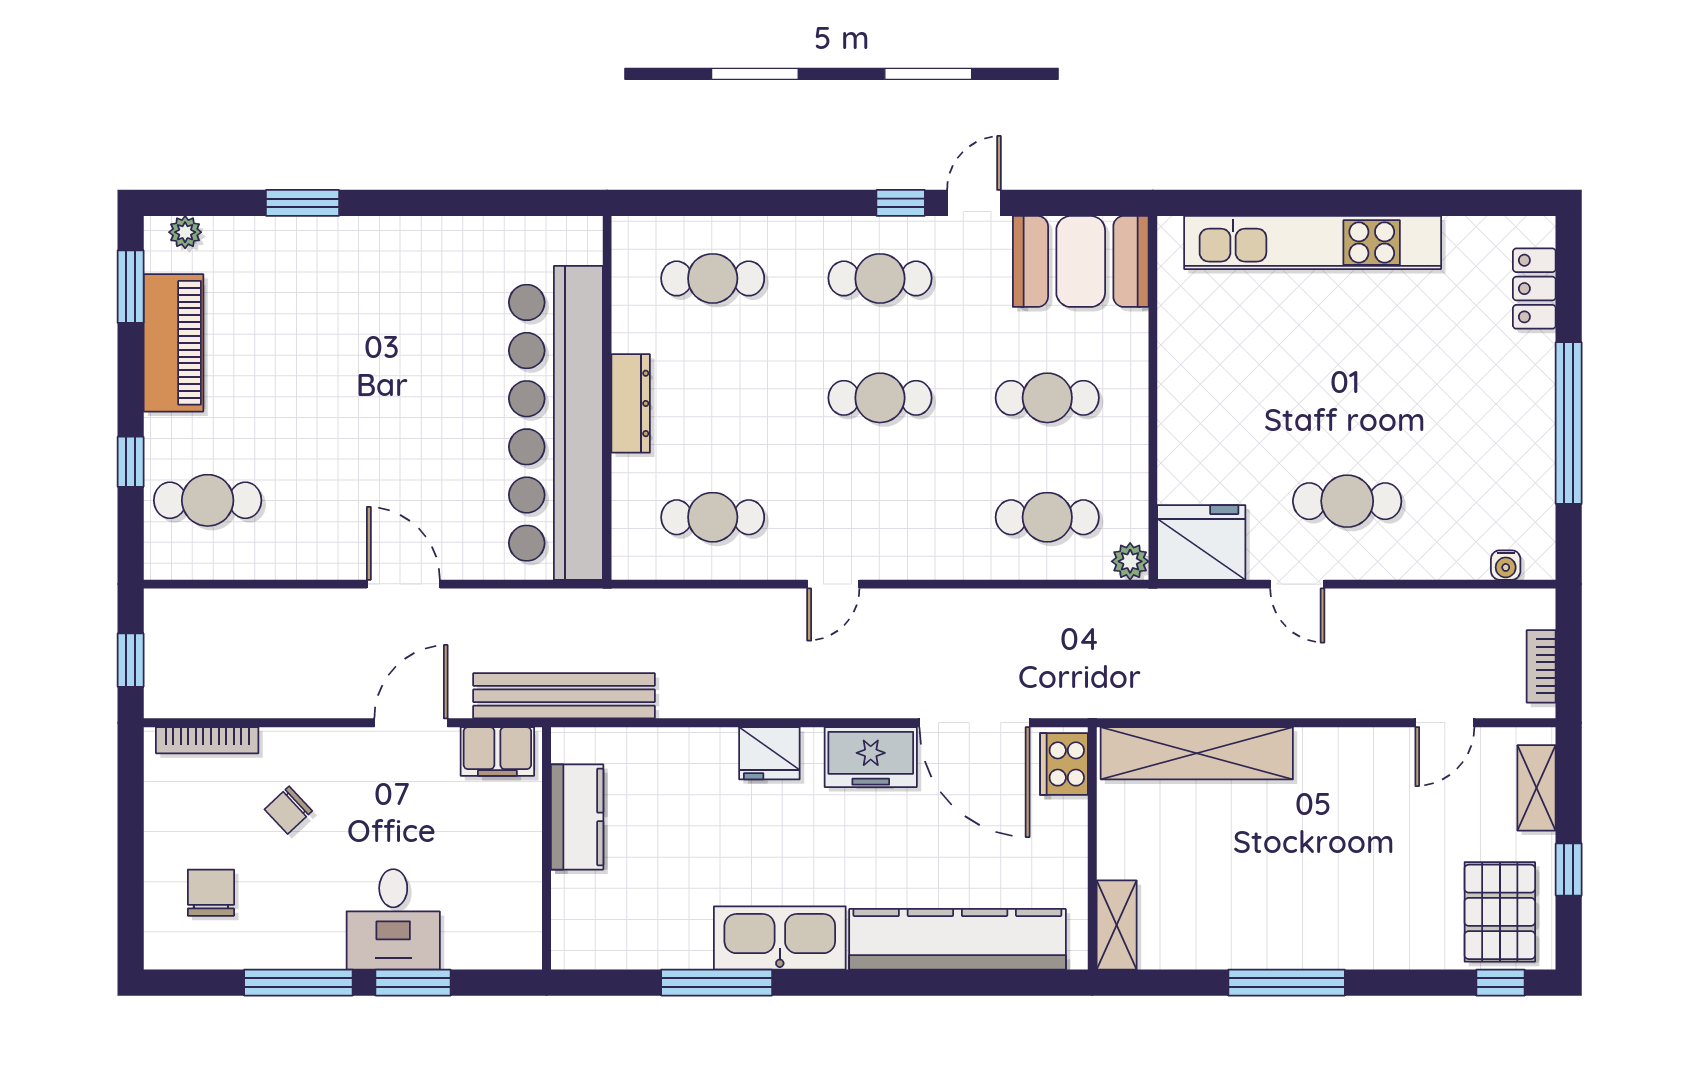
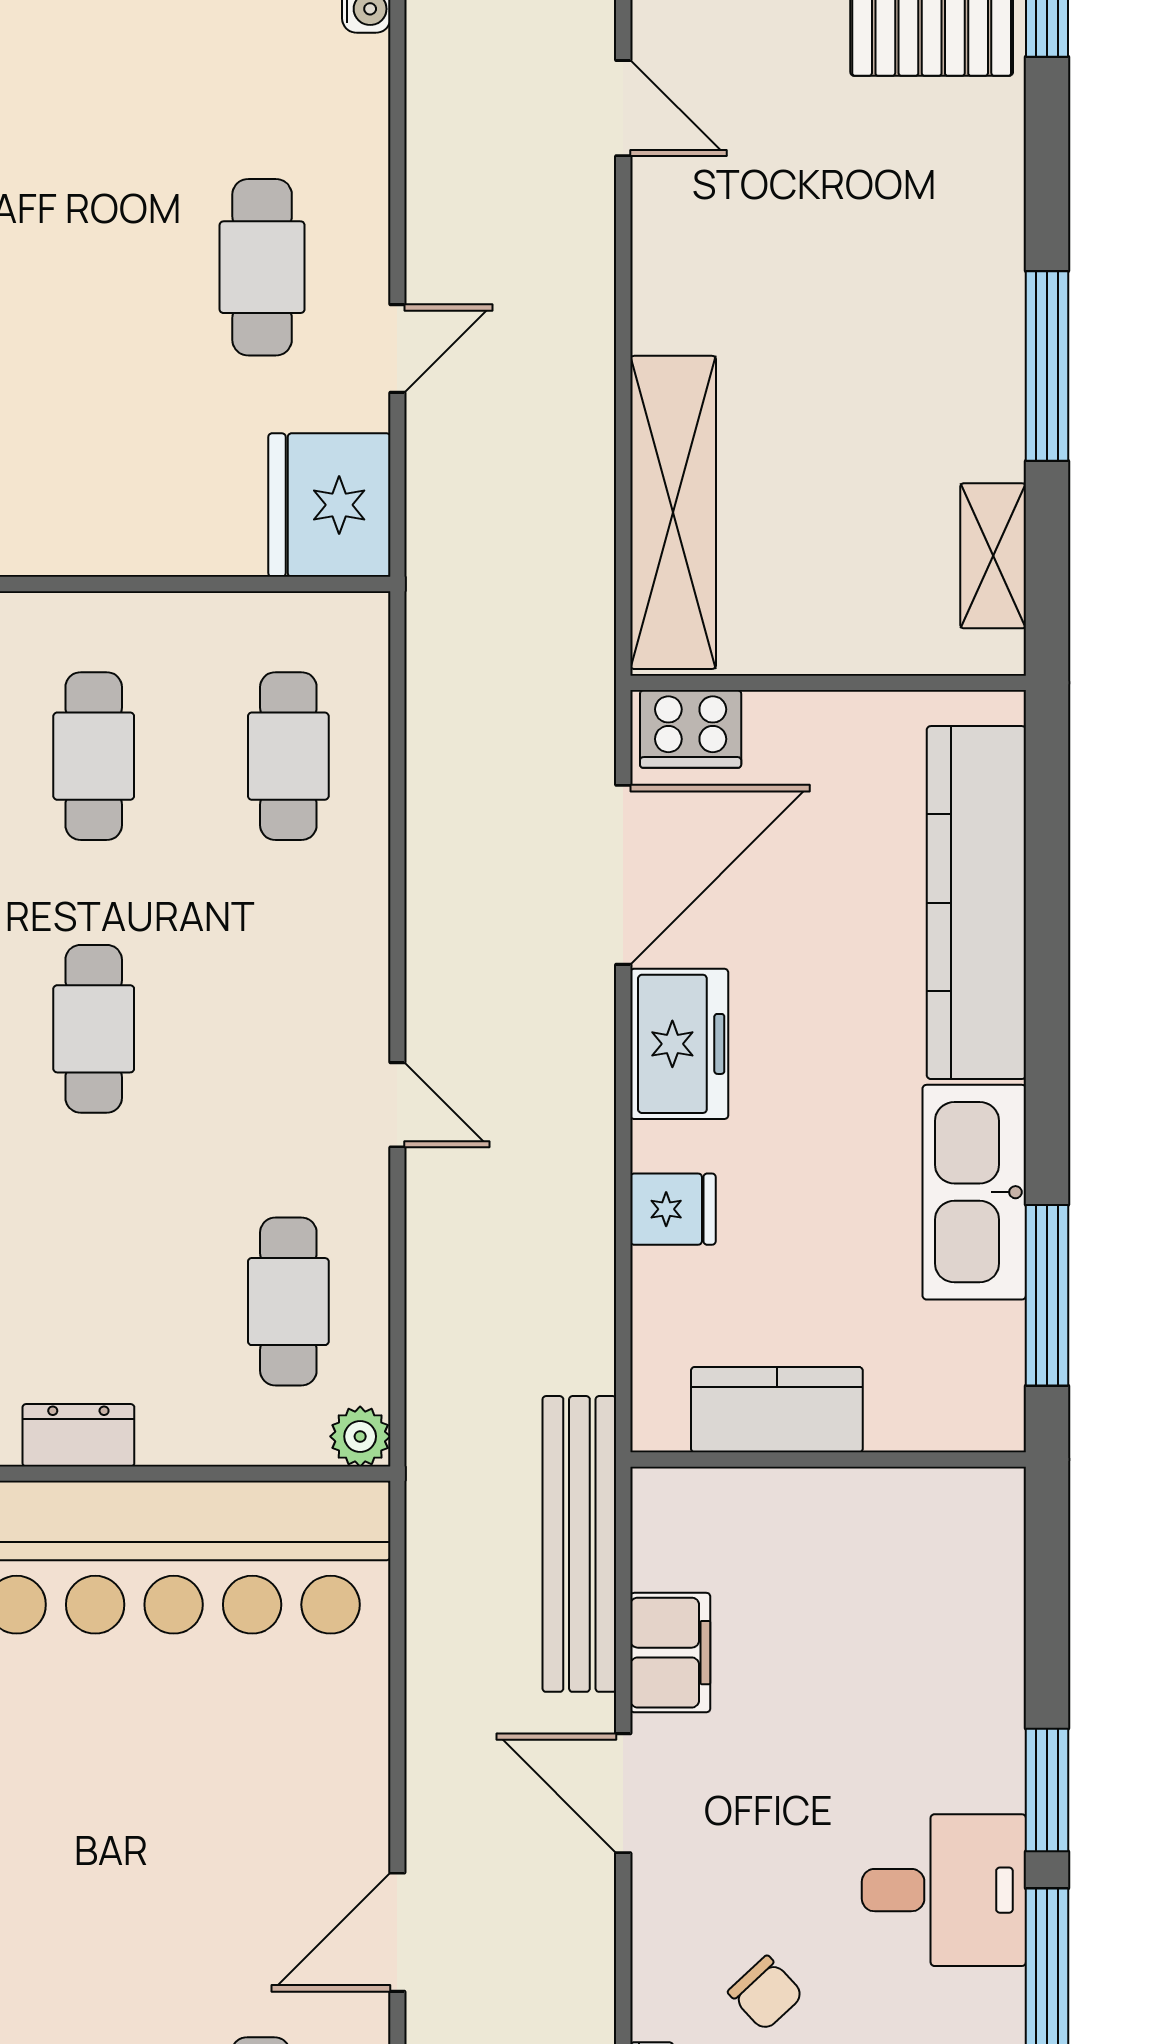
dresser: (631, 403) -> (78, 1435), width x0.70
plant: (1130, 561) -> (360, 1436), moved
door: (403, 584) -> (397, 1932), moved
fridge: (769, 753) -> (673, 1209), width x0.72
kitchen counter: (577, 817) -> (777, 1410), moved
wall: (546, 848) -> (828, 1460), moved
desk: (393, 919) -> (944, 1890), moved
shelving: (1117, 925) -> (993, 556), moved, turned 90

